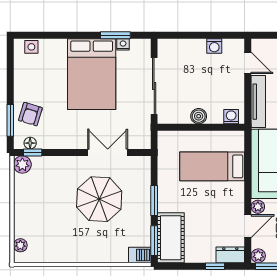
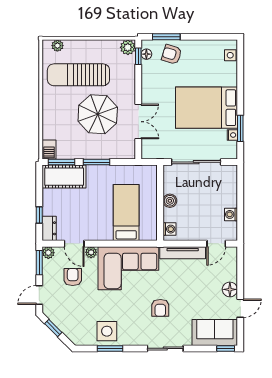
sun lounger: (54, 221) -> (78, 75), added

